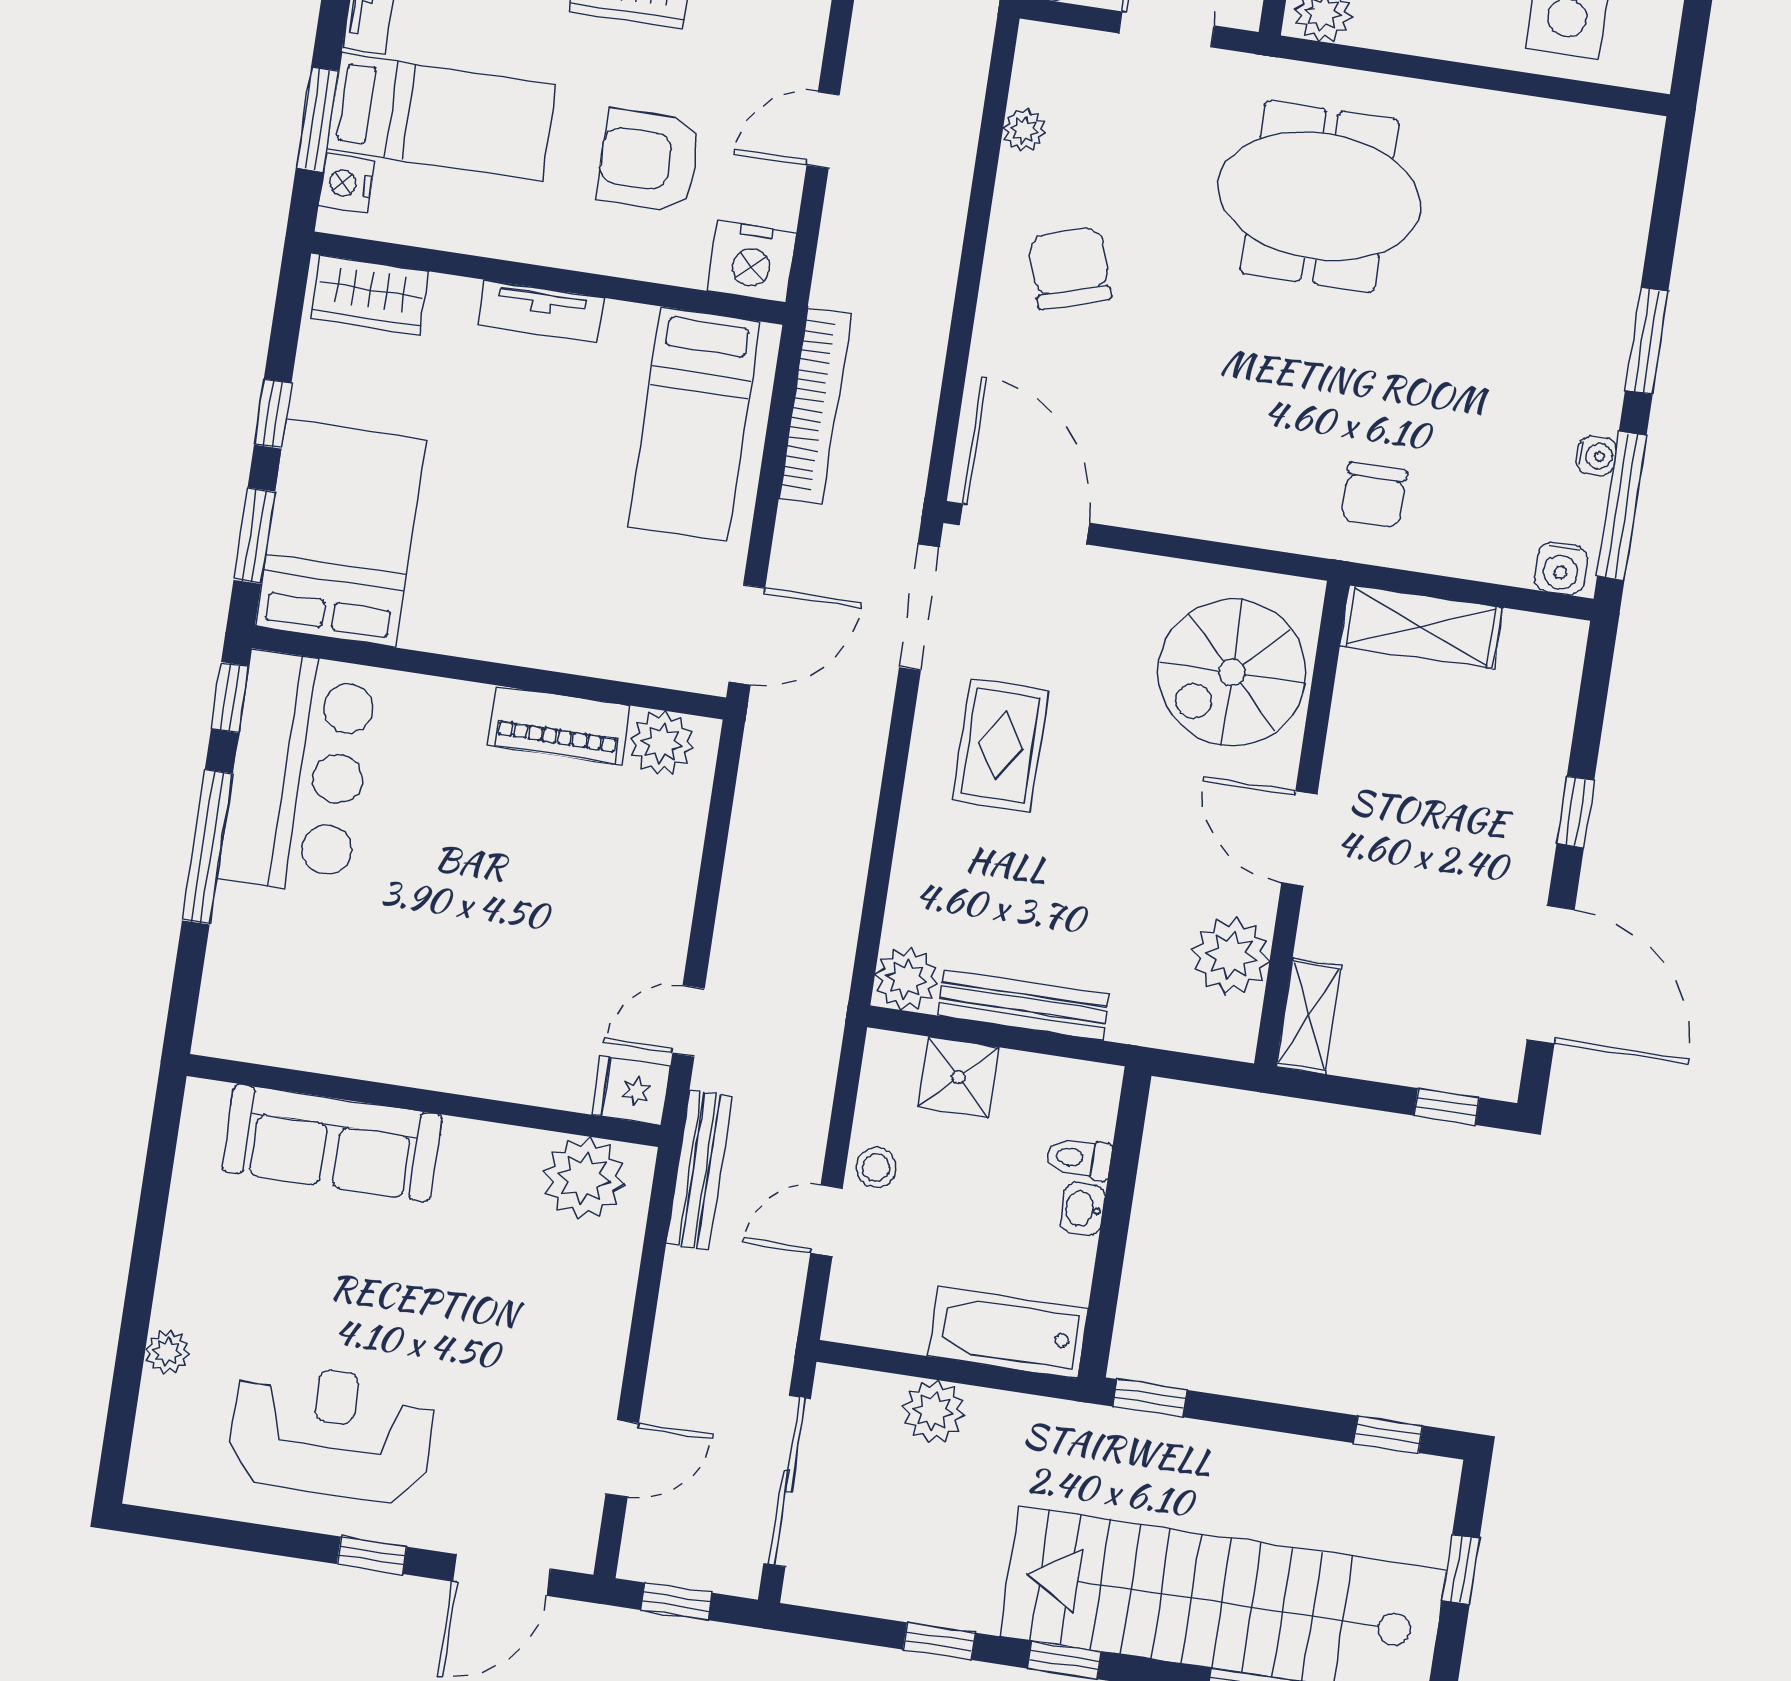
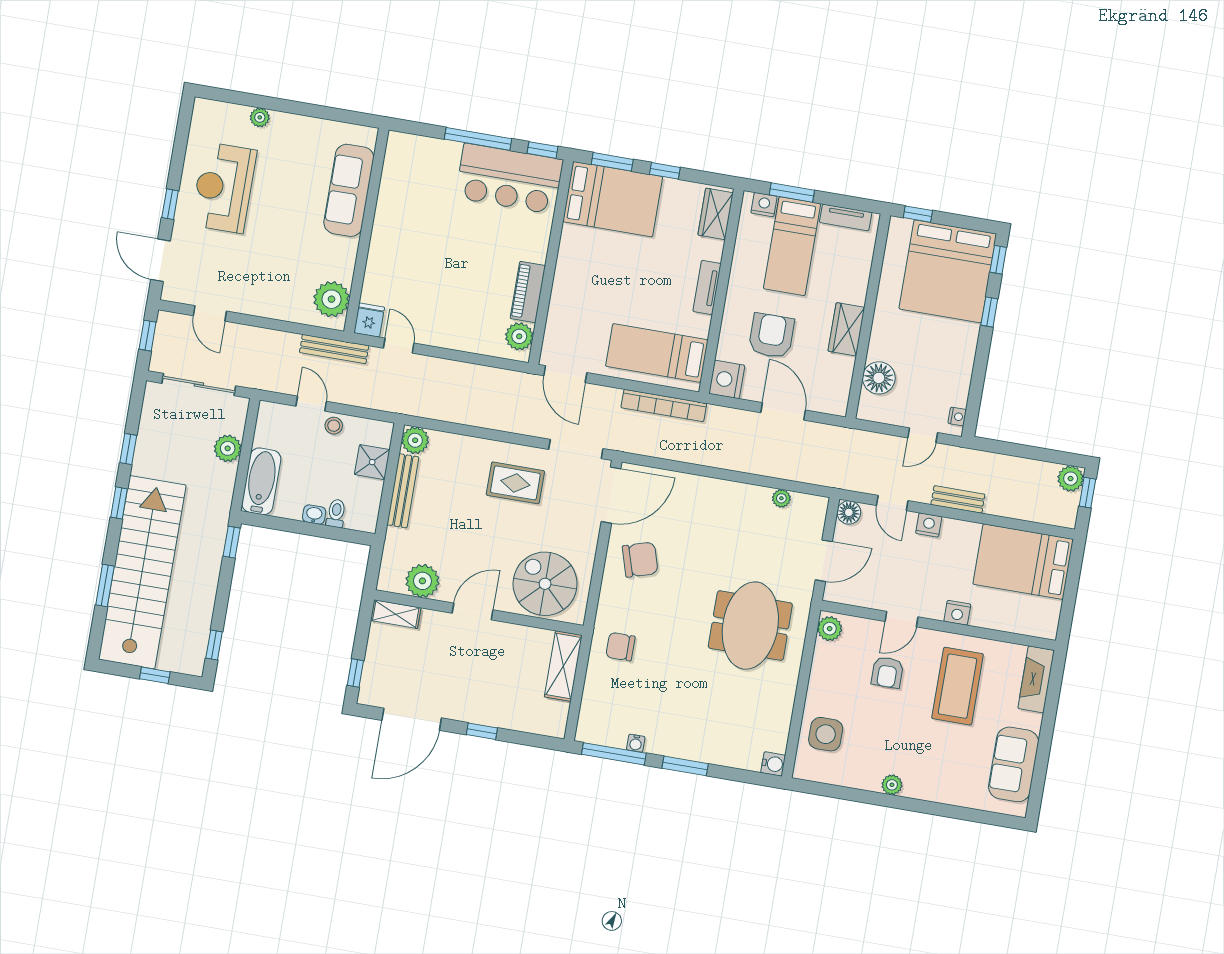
door: (823, 130) -> (783, 411), width x1.38
chair: (1070, 268) -> (640, 560), moved
water cooler: (1561, 569) -> (773, 764), moved, turned 180
reception desk: (331, 1432) -> (224, 188), turned 180

